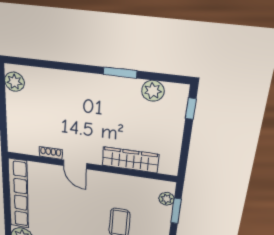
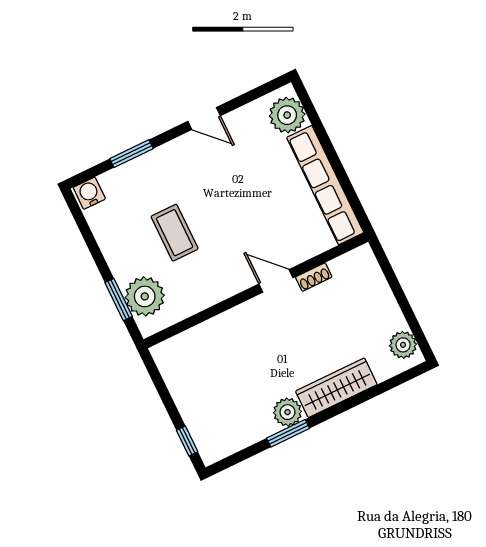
plant: (153, 91) -> (287, 412), moved
wardrobe: (130, 160) -> (336, 388), moved, turned 180
plant: (167, 199) -> (145, 296), width x1.88, depth x1.88

